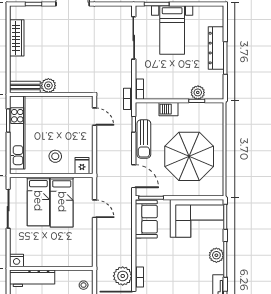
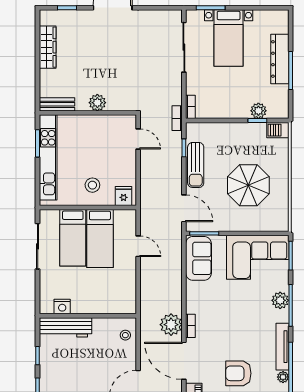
plant: (48, 86) -> (97, 103), moved
barbecue: (168, 109) -> (278, 130), moved
parasol: (189, 156) -> (248, 185), width x0.73, depth x0.73
nightstand: (17, 260) -> (62, 307), moved

